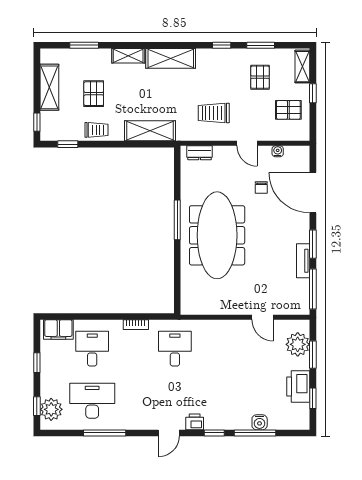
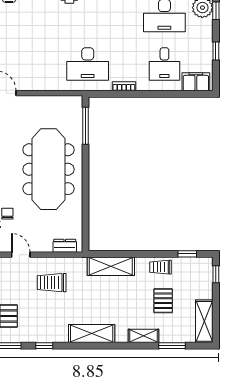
shelving: (128, 56) -> (144, 336), moved
shelving: (49, 87) -> (204, 321), moved
trolley: (214, 113) -> (52, 283), turned 180
window: (177, 220) -> (85, 126), moved
desk: (175, 349) -> (88, 64), width x1.37

